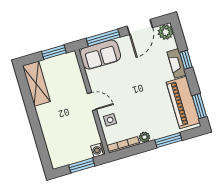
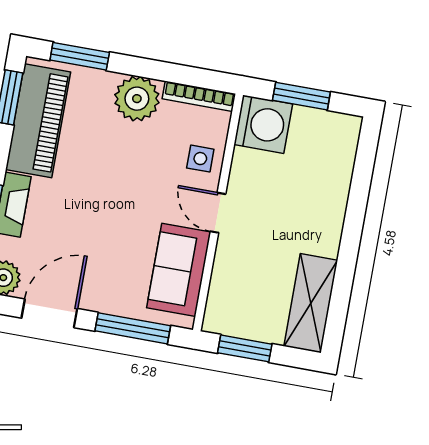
sofa: (100, 55) -> (179, 270), moved, turned -90
plant: (144, 137) -> (137, 99), width x1.87, depth x1.87
window: (168, 140) -> (80, 56), moved
washing machine: (98, 150) -> (263, 124), width x1.89, depth x1.89

